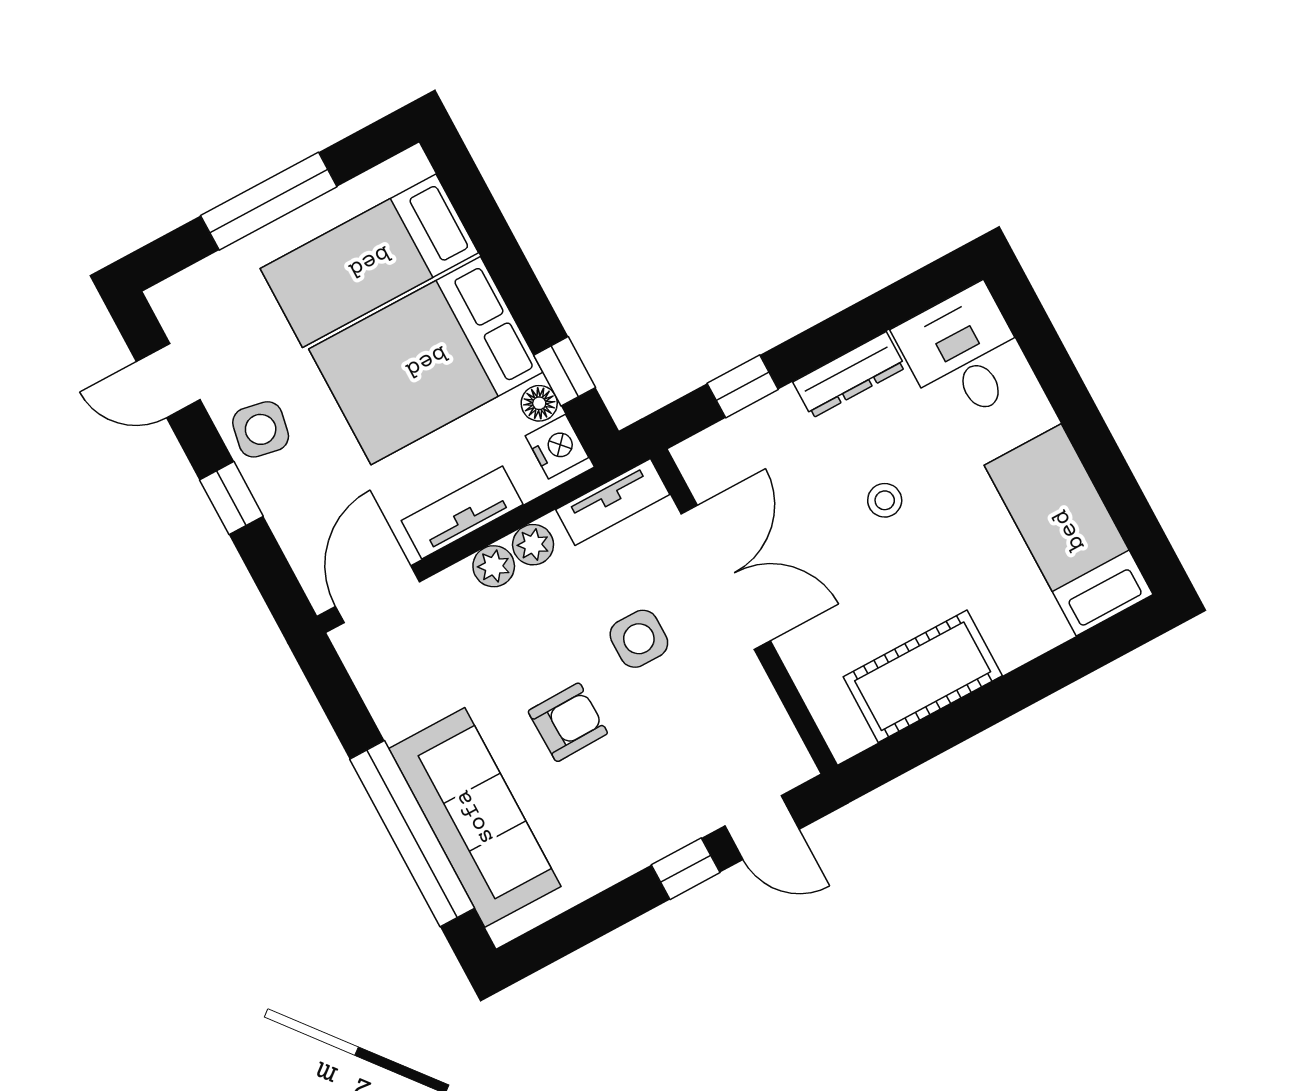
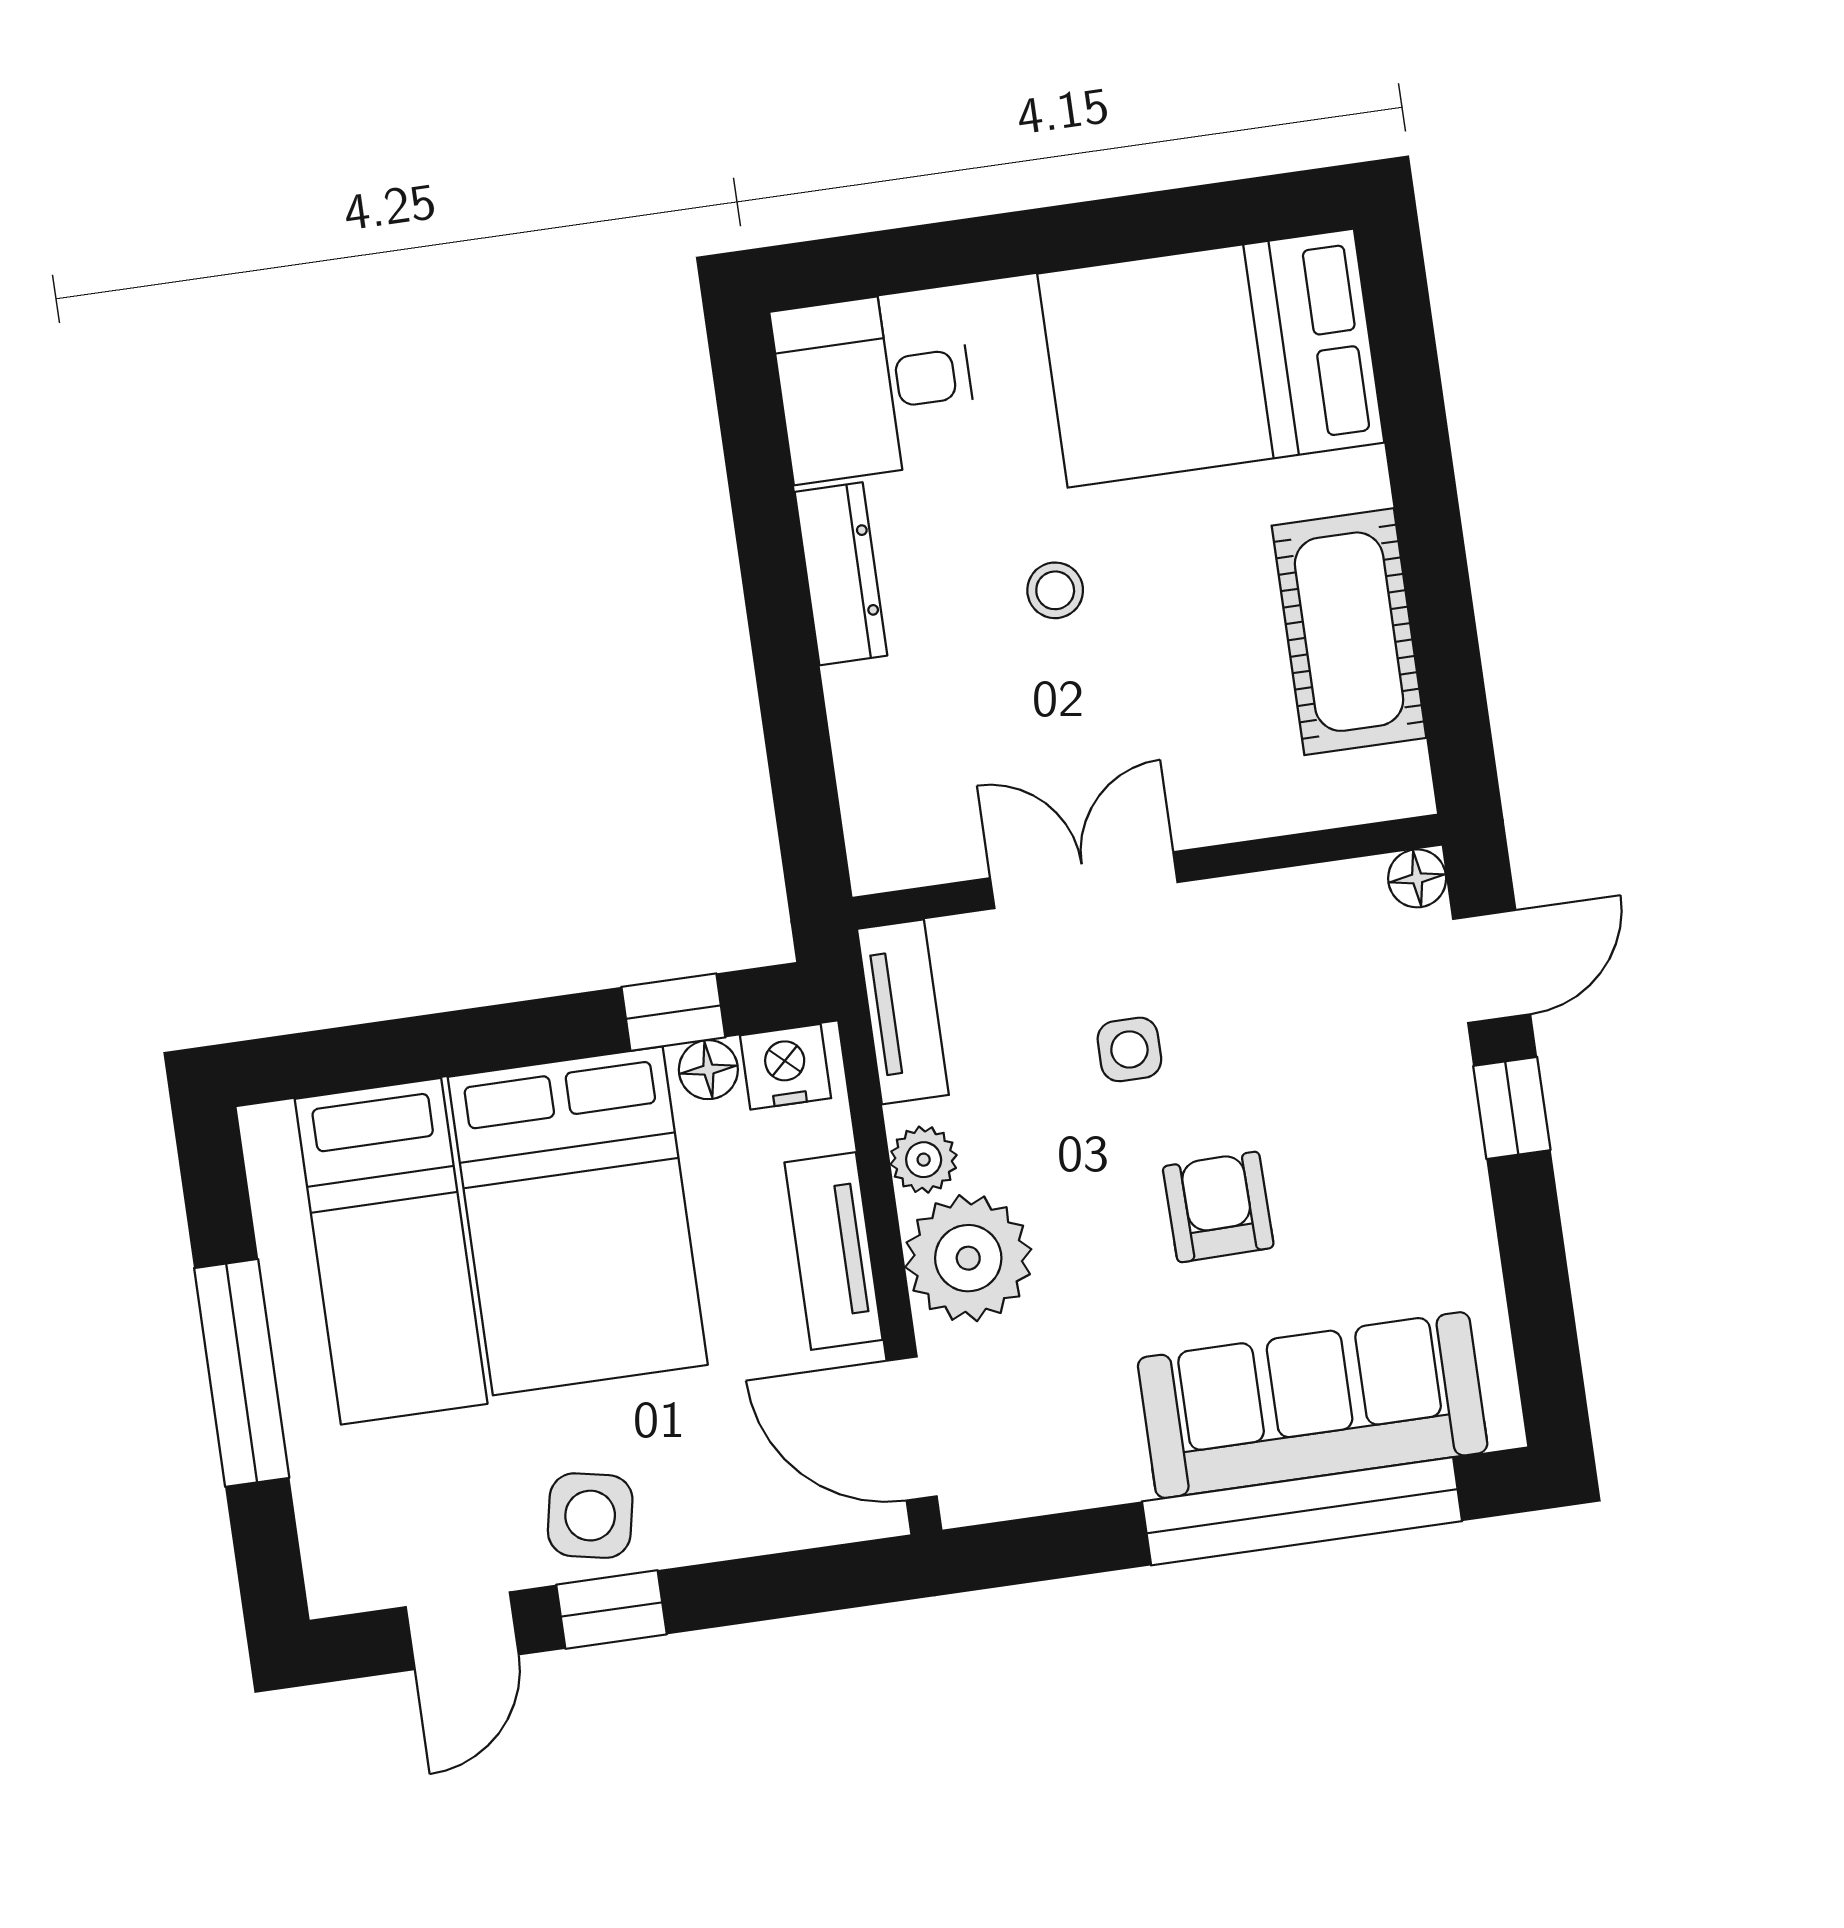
window: (743, 386) -> (798, 745), removed
window: (231, 498) -> (612, 1609), moved
bed: (1069, 530) -> (1211, 358), width x1.50
plant: (494, 566) -> (968, 1258), width x1.88, depth x1.88
double door: (726, 577) -> (1084, 880), width x0.73
side table: (639, 639) -> (1129, 1049), width x0.73, depth x0.73
floor lamp: (797, 767) -> (1417, 878), added

